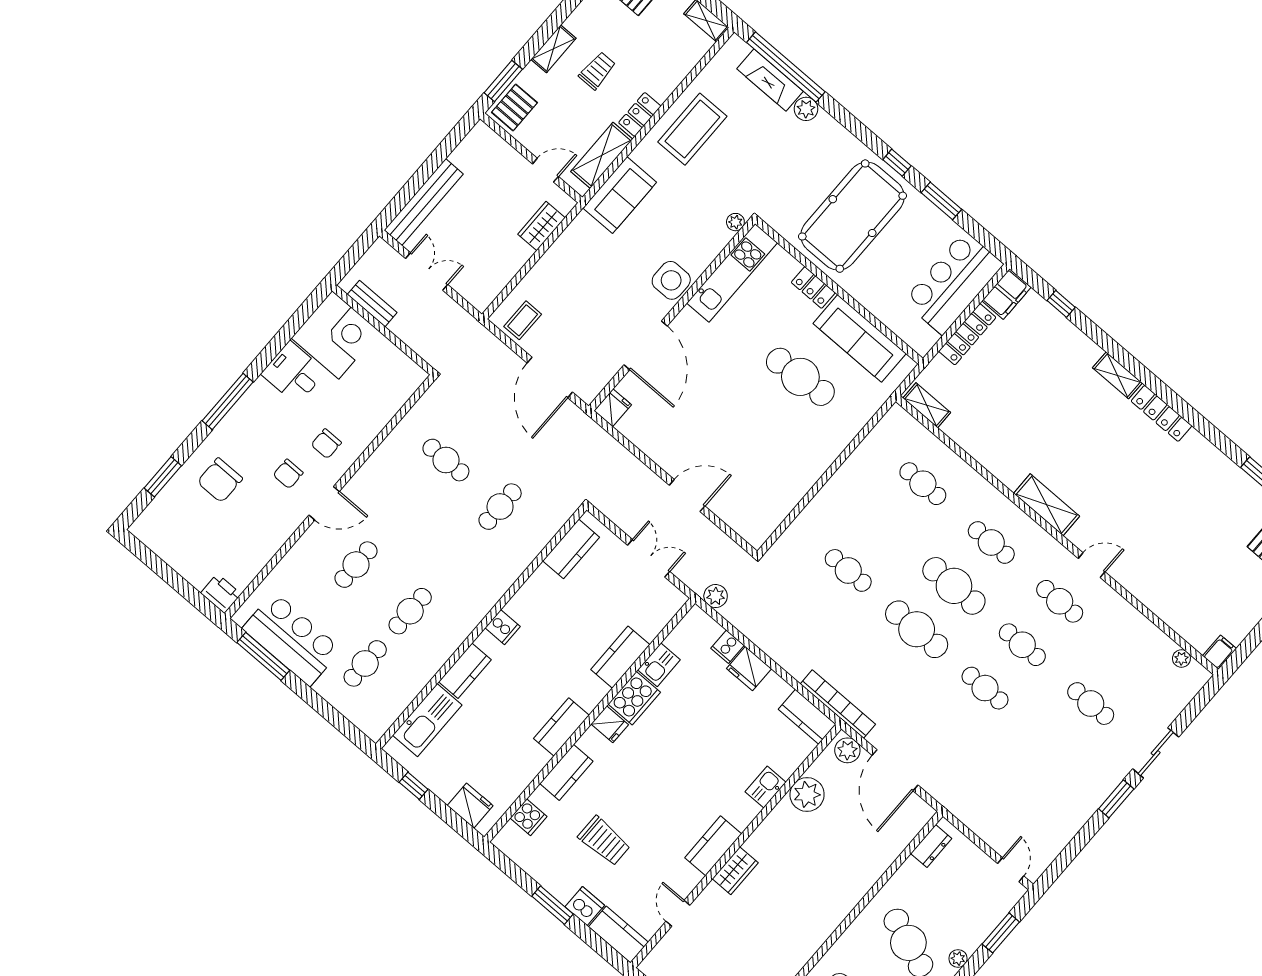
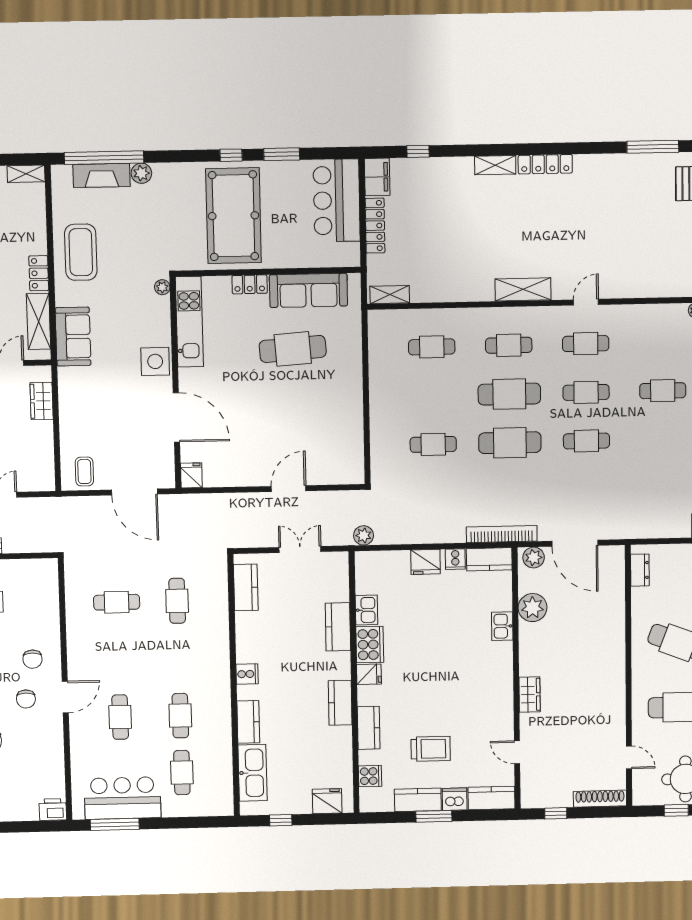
cooker: (727, 647) -> (455, 559), moved
kitchen counter: (713, 846) -> (418, 800), moved, turned 90

